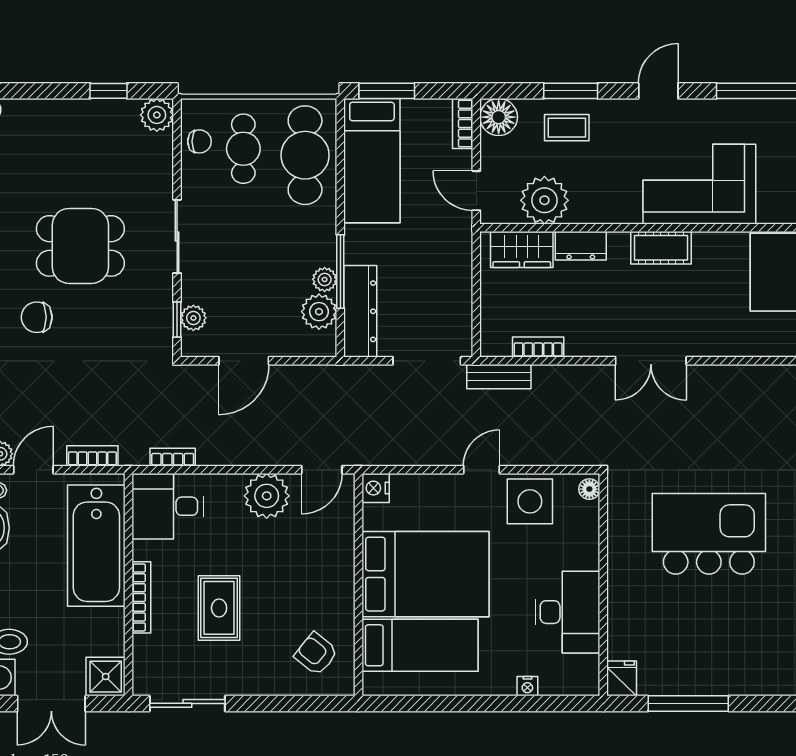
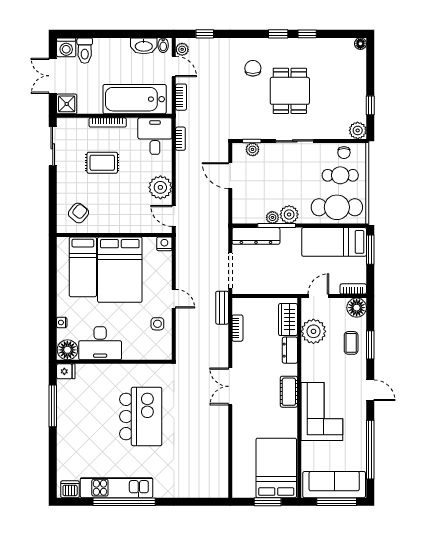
plant: (319, 312) -> (289, 214), moved
floor lamp: (589, 489) -> (67, 350), moved, width x1.89, depth x1.89
side table: (530, 501) -> (157, 324), width x0.54, depth x0.54

